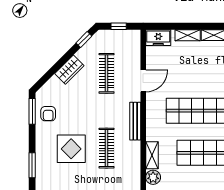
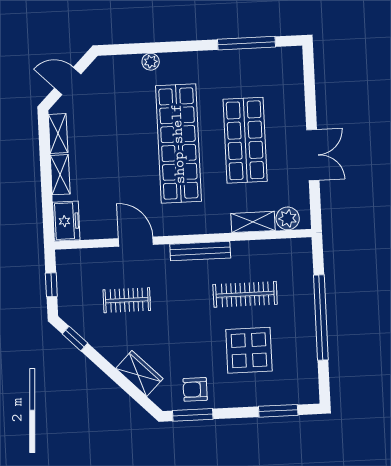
wardrobe: (69, 70) -> (139, 373), moved
clothes rail: (107, 73) -> (127, 300), width x0.73
armchair: (48, 114) -> (195, 389), turned 180

